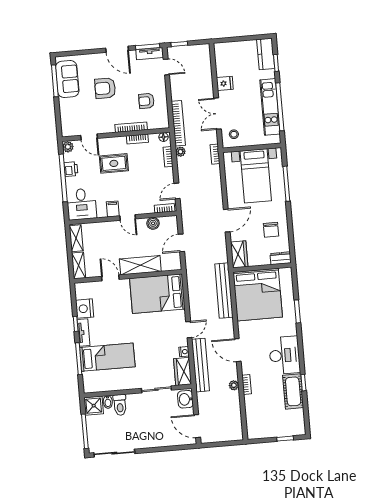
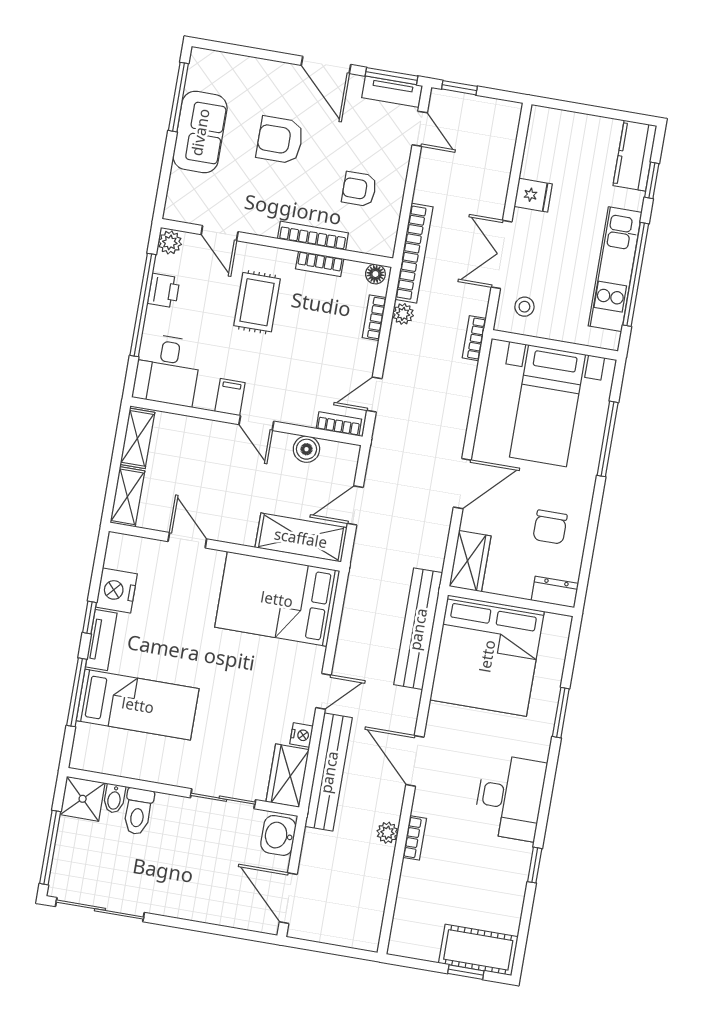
sofa: (67, 79) -> (200, 132), moved
rug: (114, 163) -> (257, 302), turned 90
shelving: (140, 265) -> (301, 538), moved
cot: (293, 391) -> (478, 950), moved, turned 90

